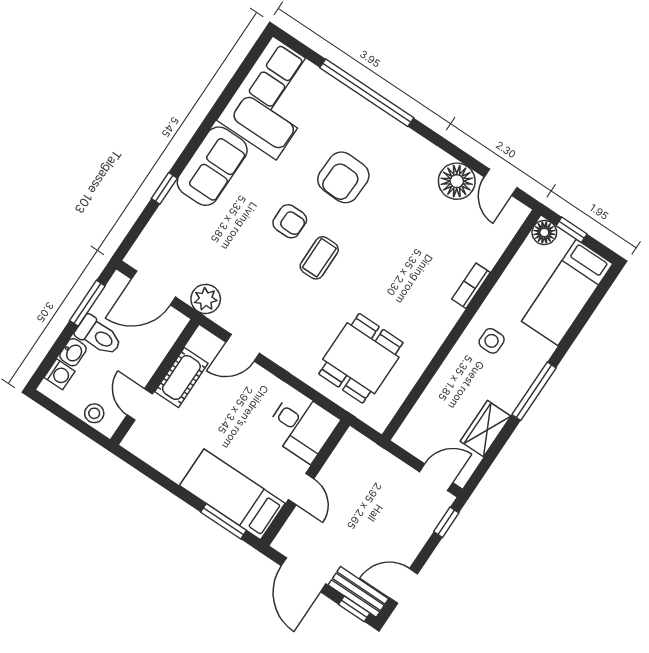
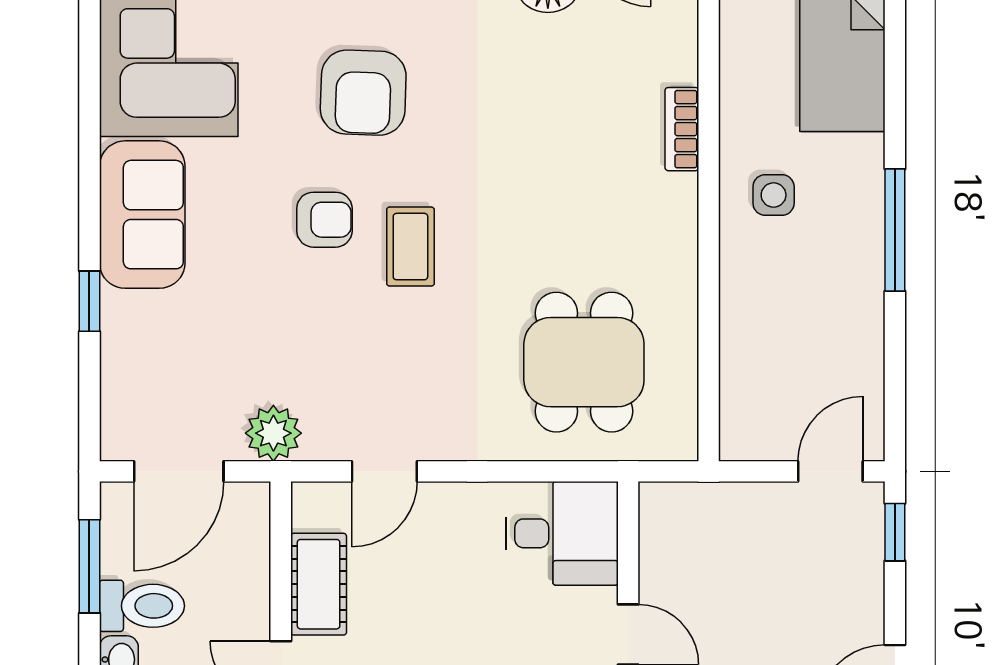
wardrobe: (486, 429) -> (858, 341), removed

